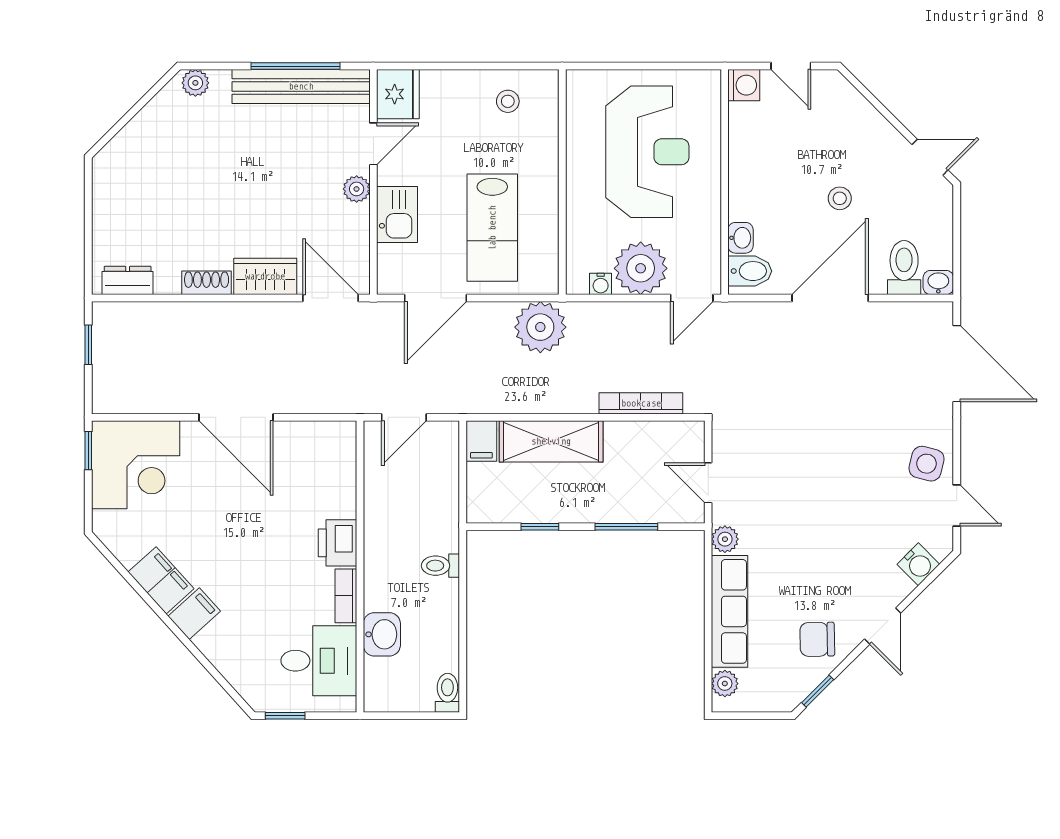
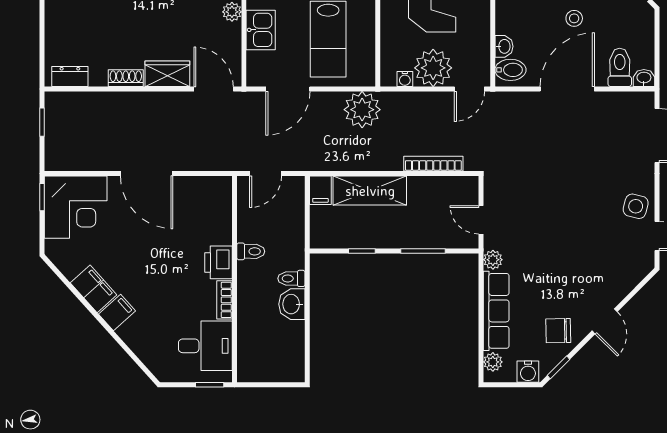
water cooler: (918, 564) -> (528, 372), moved, turned 45
washbasin: (382, 634) -> (292, 304), moved, turned 180
toilet: (447, 693) -> (251, 251), moved, turned 90
window: (285, 716) -> (210, 385), moved

